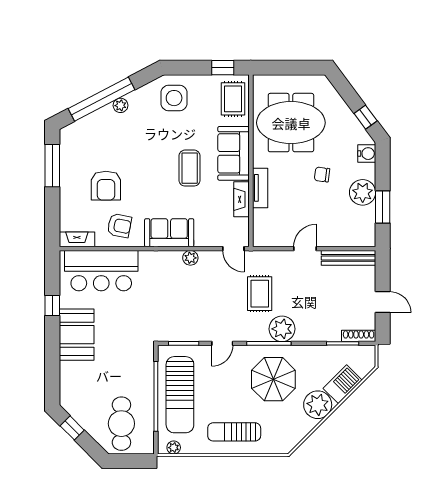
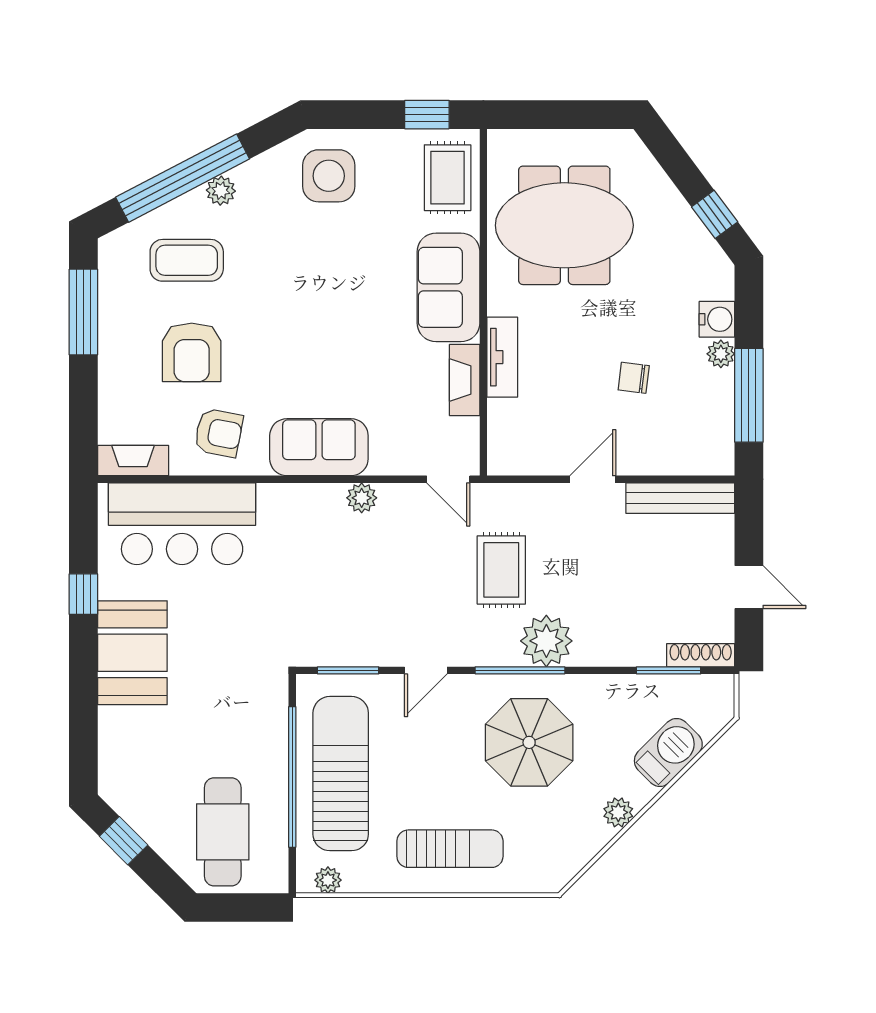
water cooler: (367, 154) -> (717, 319), moved
coffee table: (190, 168) -> (187, 260), moved, turned 90
chair: (322, 175) -> (634, 378), moved
plant: (363, 192) -> (721, 354), width x0.53, depth x0.53
window: (383, 207) -> (749, 395), width x1.44
sun lounger: (180, 395) -> (341, 774), turned 180
plant: (318, 405) -> (618, 812), width x0.53, depth x0.53
sun lounger: (234, 432) -> (450, 849), turned 180

